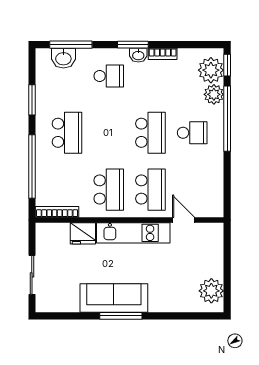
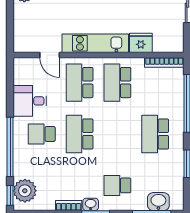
plant: (214, 94) -> (22, 169), removed
desk: (205, 169) -> (30, 101), added

